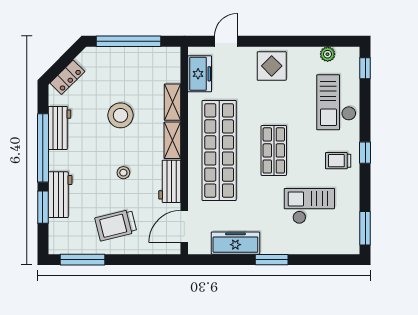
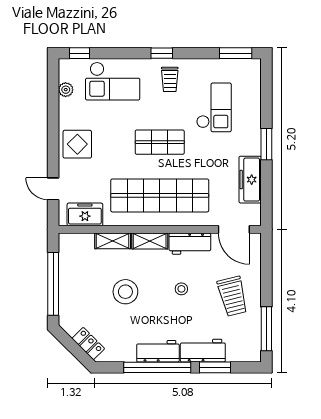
workbench: (60, 128) -> (158, 351), moved
checkout: (309, 206) -> (214, 107), turned 180

